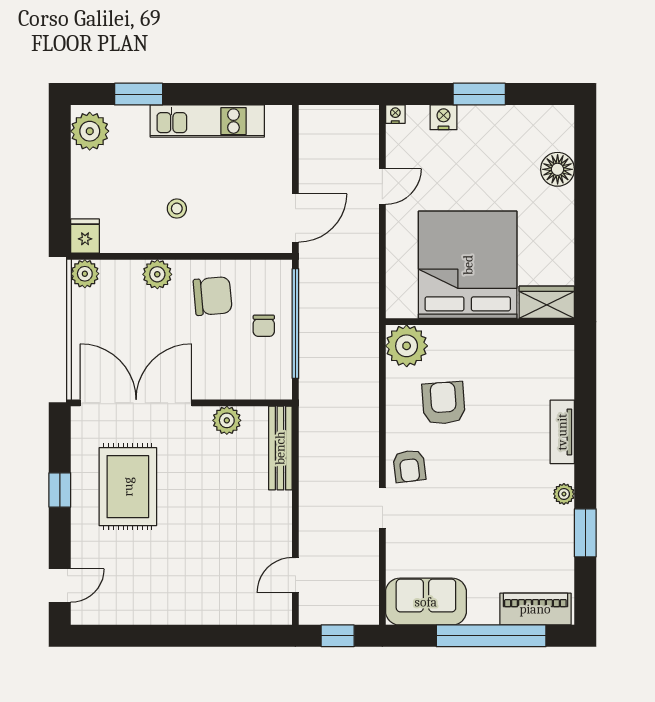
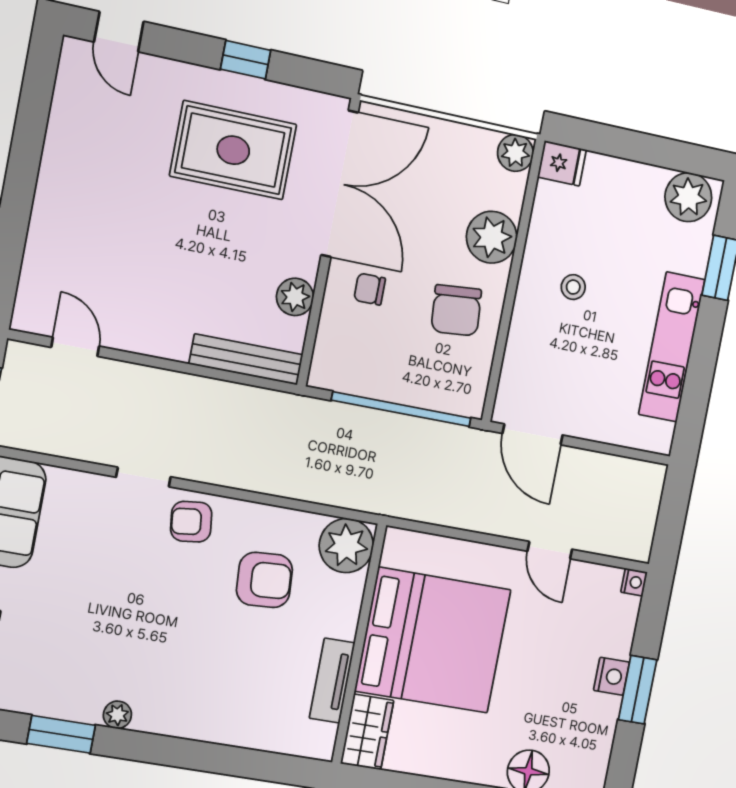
nightstand: (444, 117) -> (612, 676), moved
plant: (157, 274) -> (492, 237), width x1.36, depth x1.36
chair: (264, 326) -> (370, 289), moved
tv unit: (562, 432) -> (332, 681), moved, turned -90

